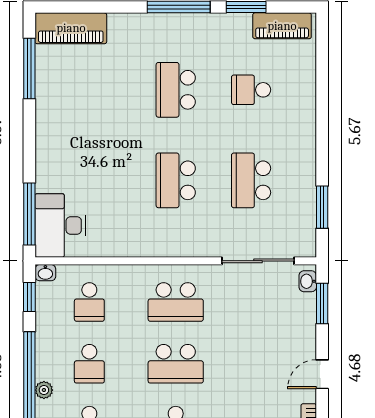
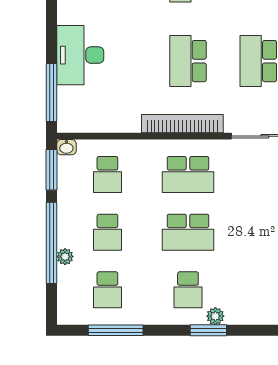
desk: (60, 225) -> (80, 55), moved
bookcase: (170, 247) -> (182, 124), added
window: (29, 297) -> (51, 170), width x1.50

